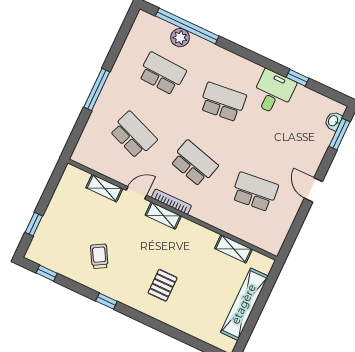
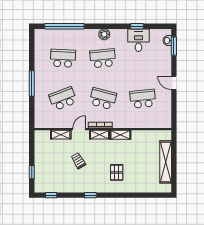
plant: (180, 38) -> (104, 34), moved
desk: (273, 92) -> (139, 40), moved
school desk: (133, 135) -> (63, 99), turned -42
shelving: (233, 249) -> (120, 135), moved
trolley: (99, 256) -> (78, 161), moved

